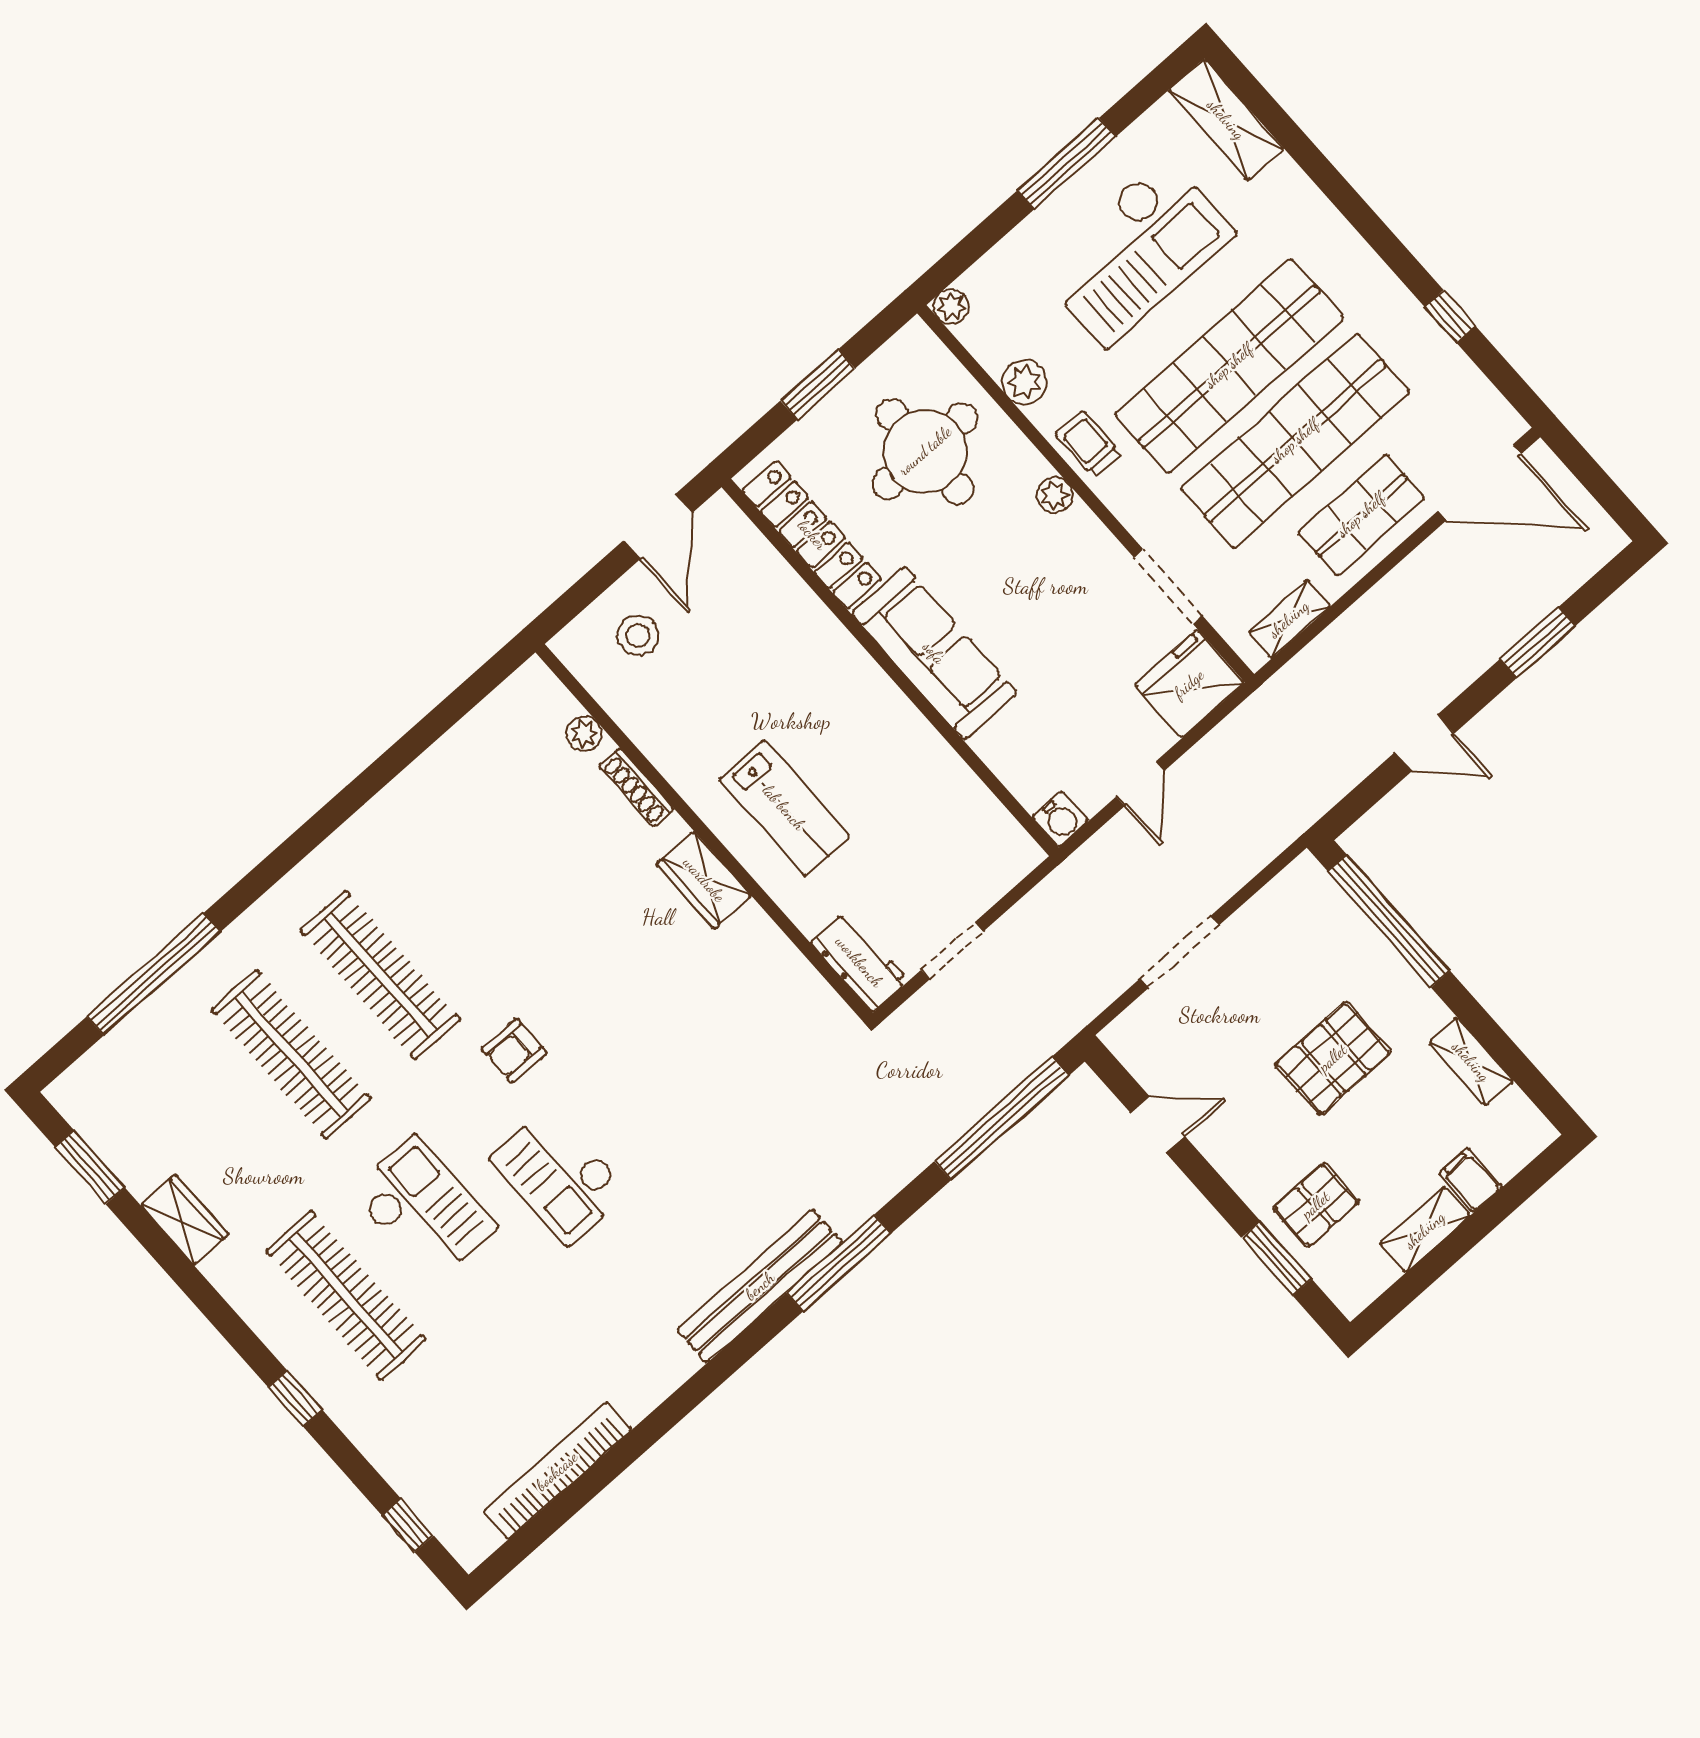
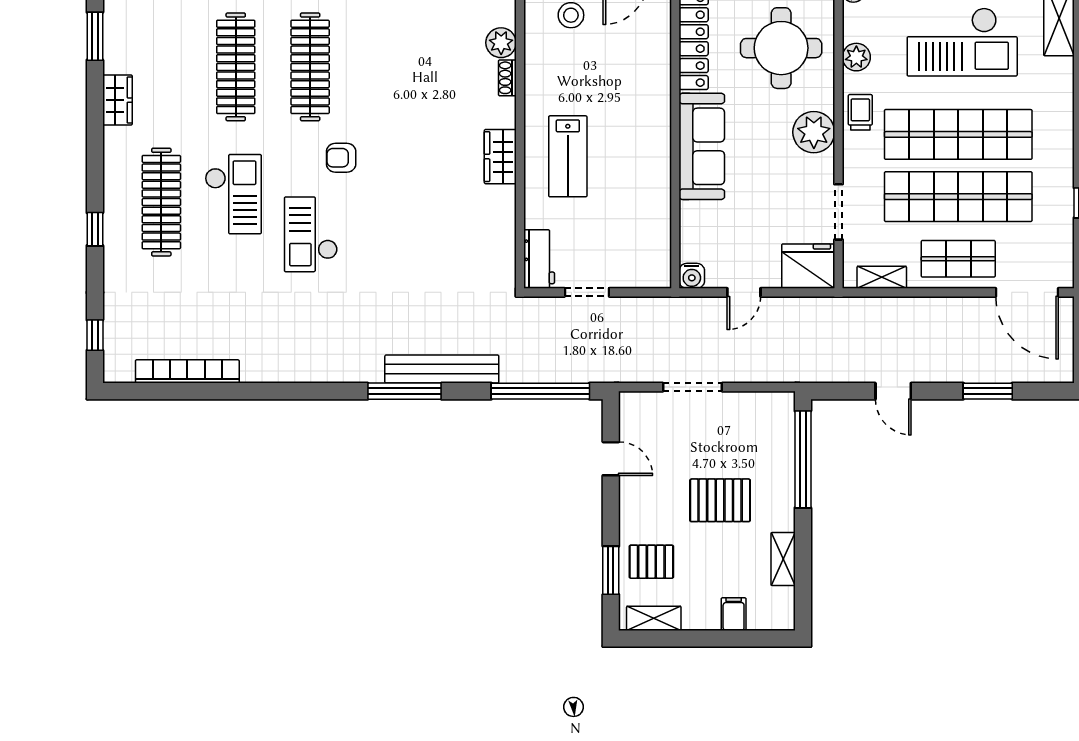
plant: (1055, 495) -> (814, 132), width x1.88, depth x1.88
plant: (584, 733) -> (501, 43), width x1.38, depth x1.38
shoe rack: (637, 787) -> (507, 78), width x0.70
shelving: (1425, 1230) -> (654, 618), moved
bench: (760, 1286) -> (442, 369), moved

